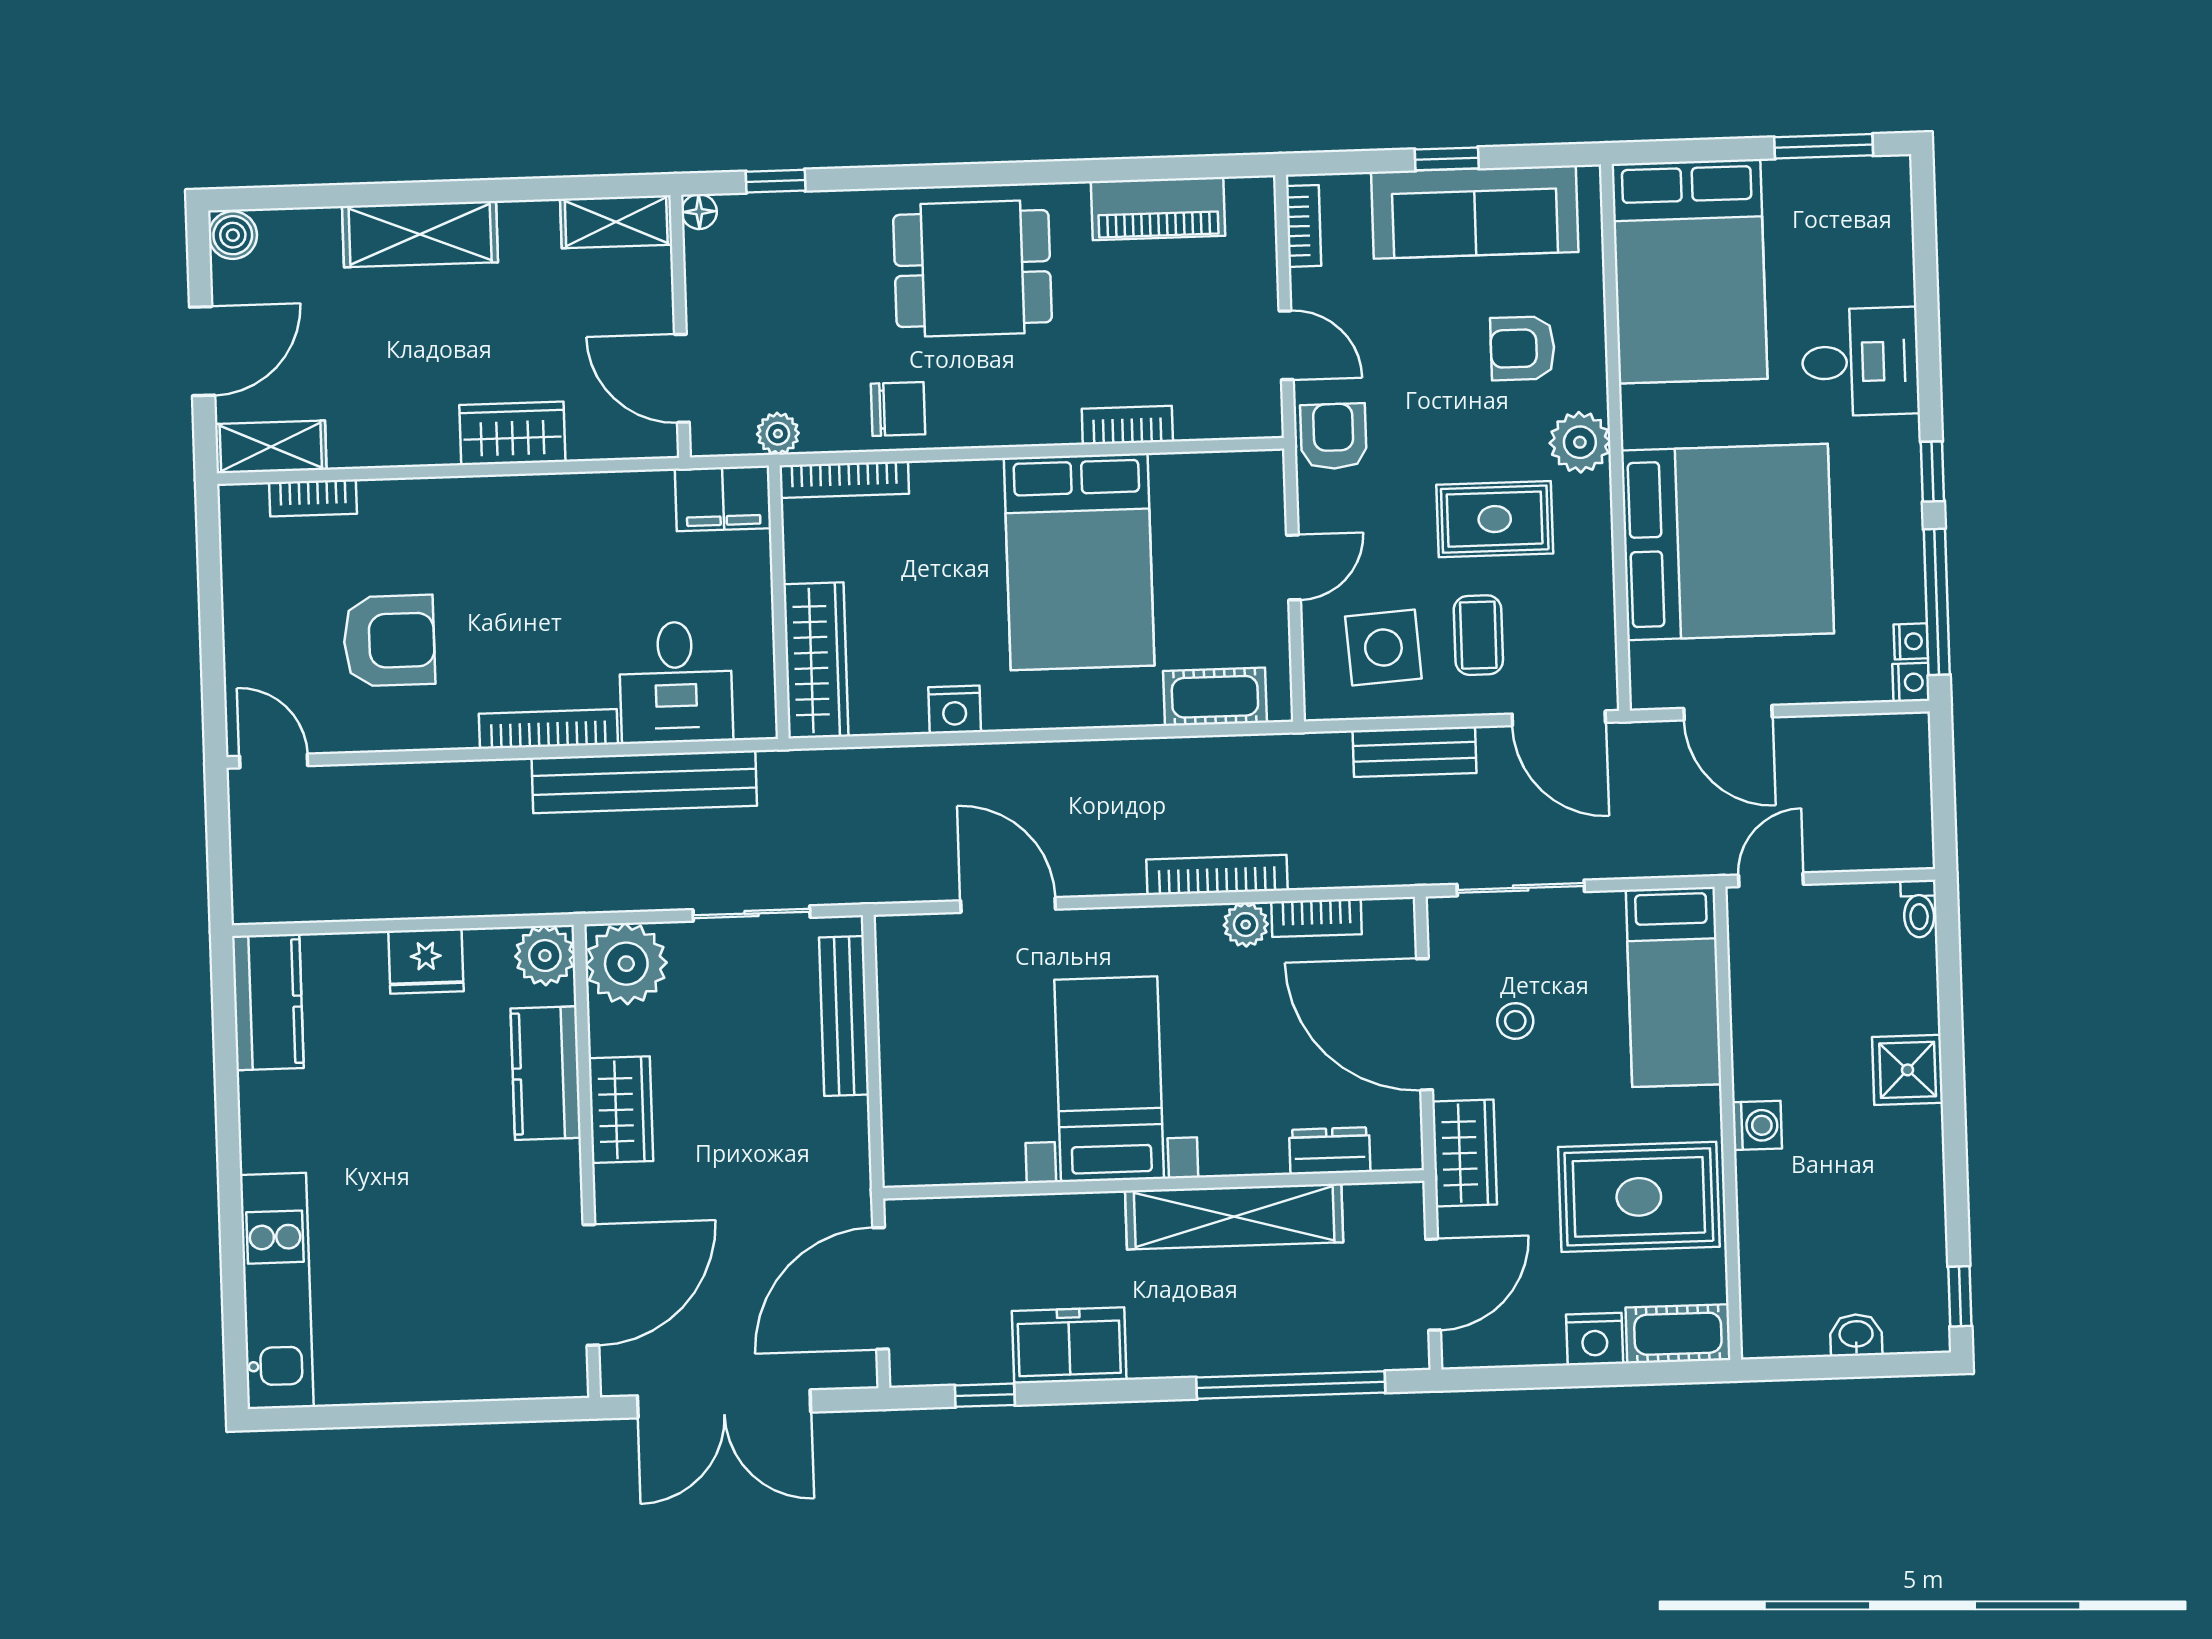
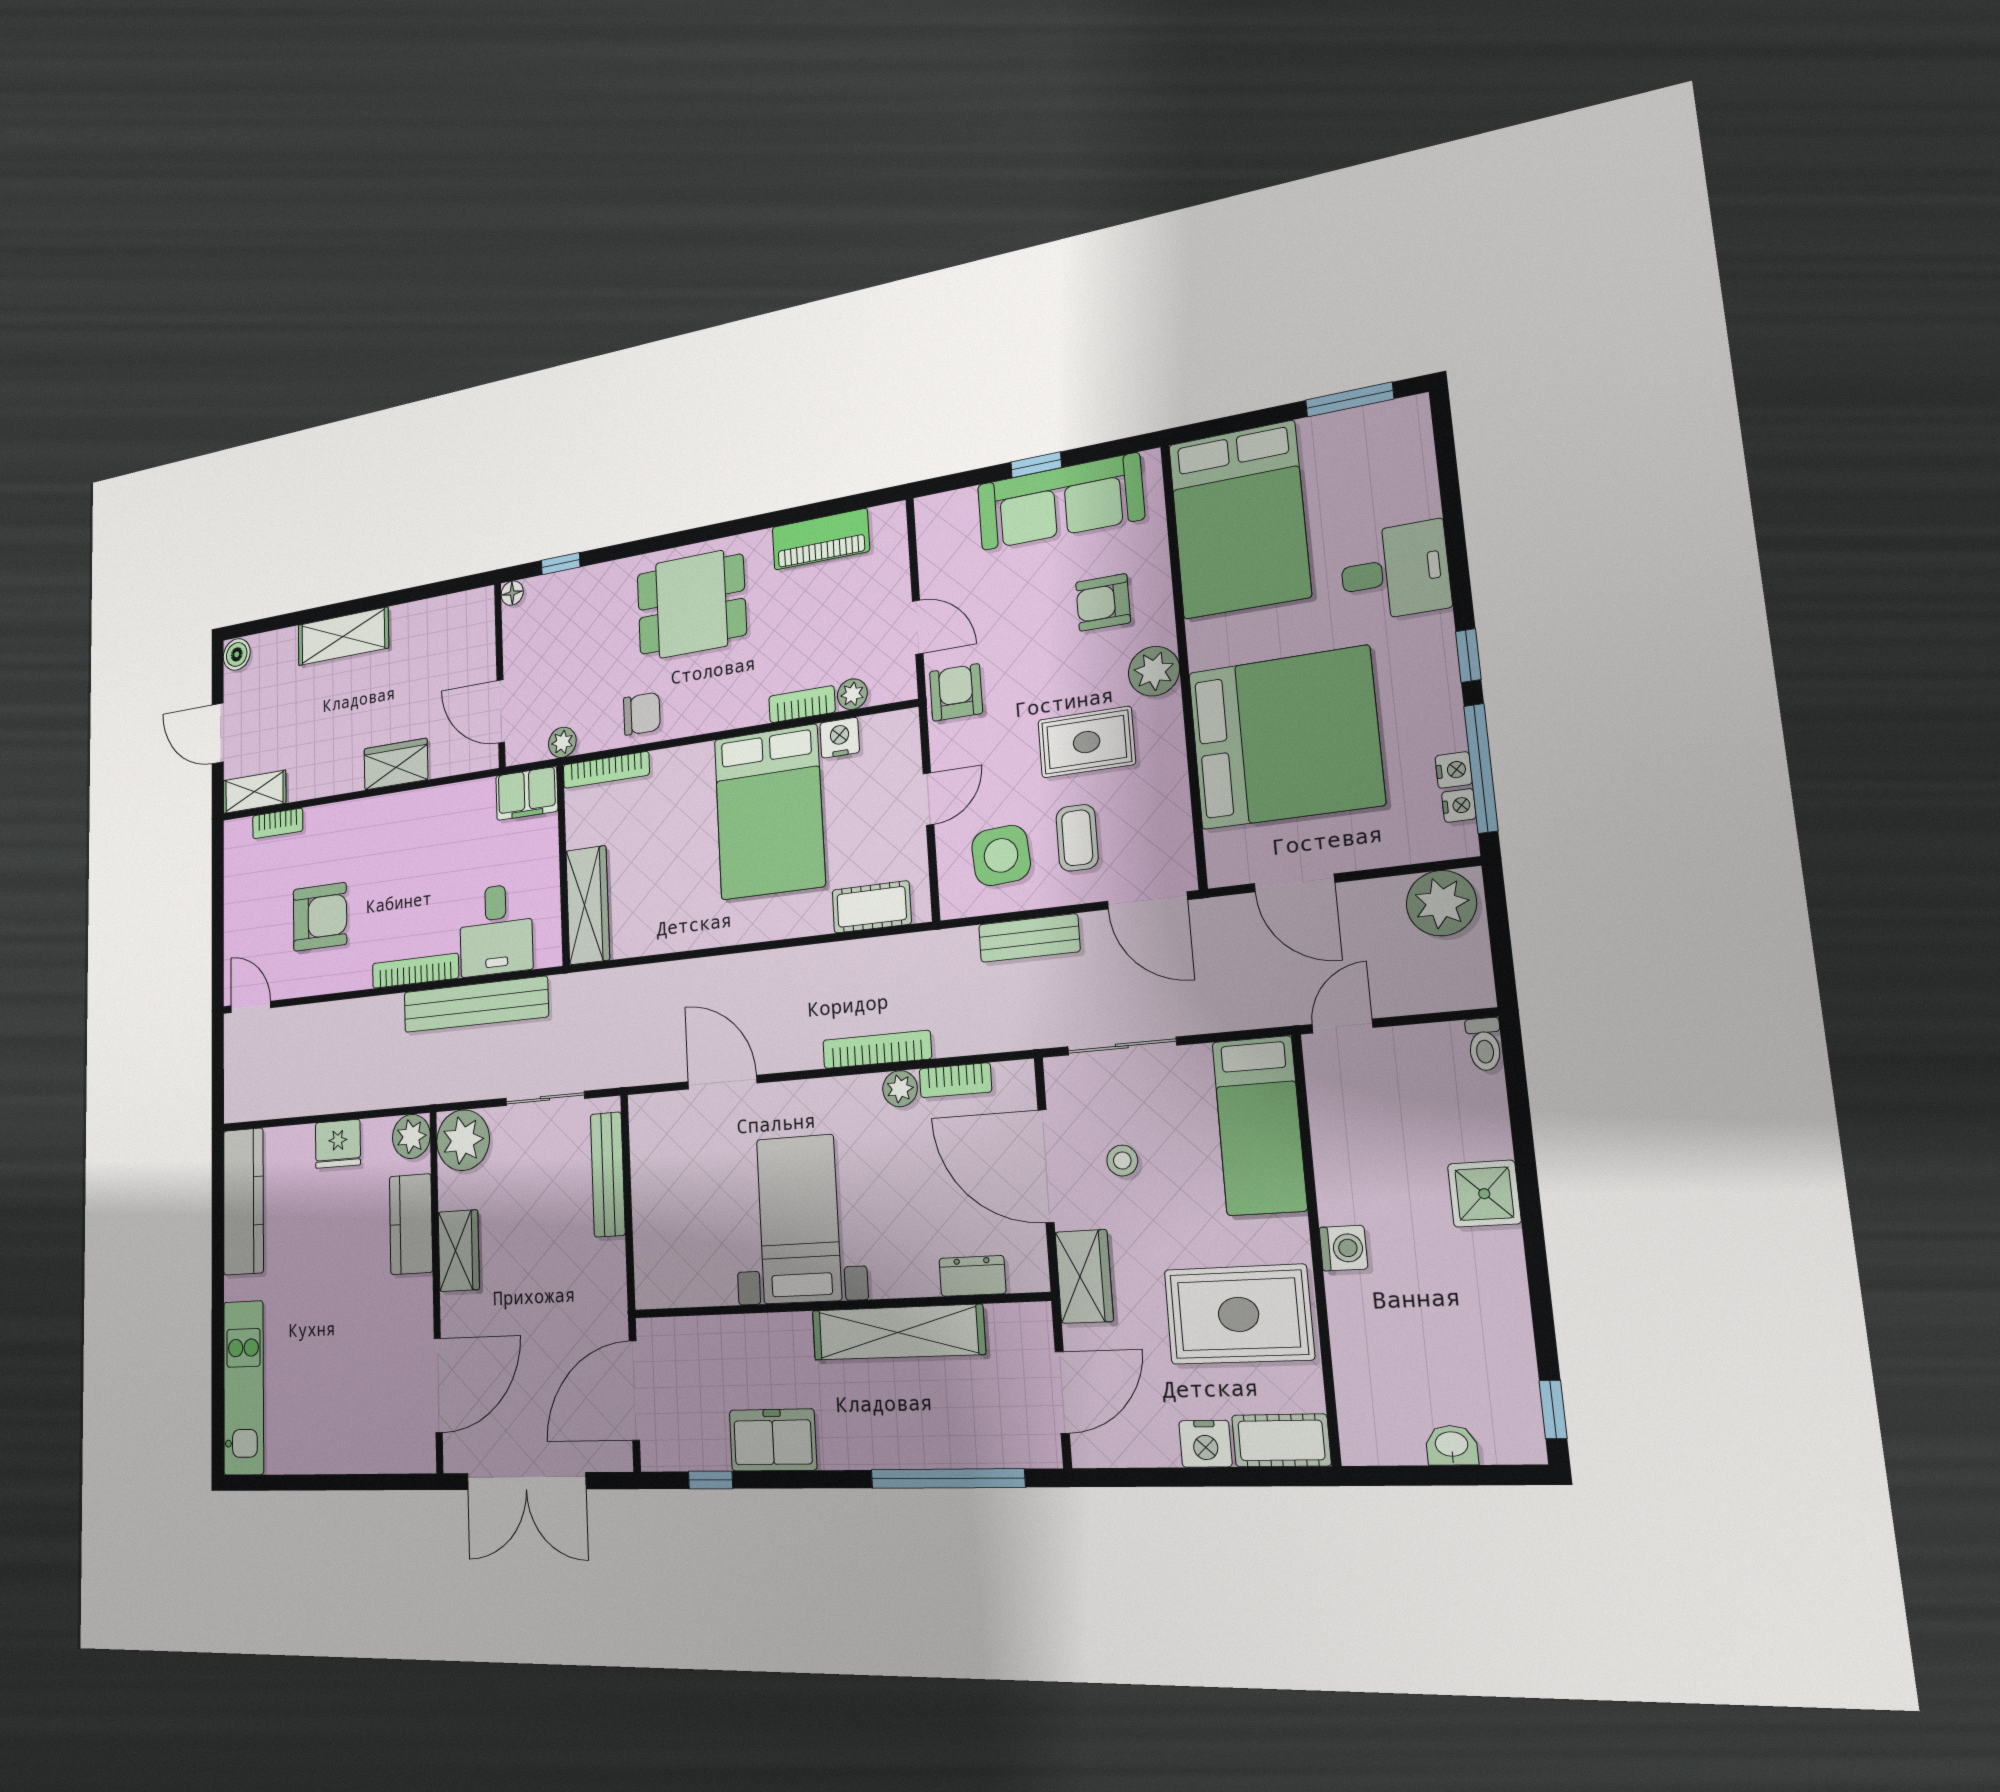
shelving: (616, 222) -> (461, 609), removed
bookcase: (1304, 226) -> (928, 534), removed
door: (202, 351) -> (218, 733), swing flipped
plant: (1196, 421) -> (852, 694), added
nightstand: (1911, 682) -> (1454, 770), moved
nightstand: (955, 710) -> (840, 738), moved, turned 180
plant: (1885, 750) -> (1441, 903), added
kitchen counter: (268, 1002) -> (243, 1201), width x1.50

